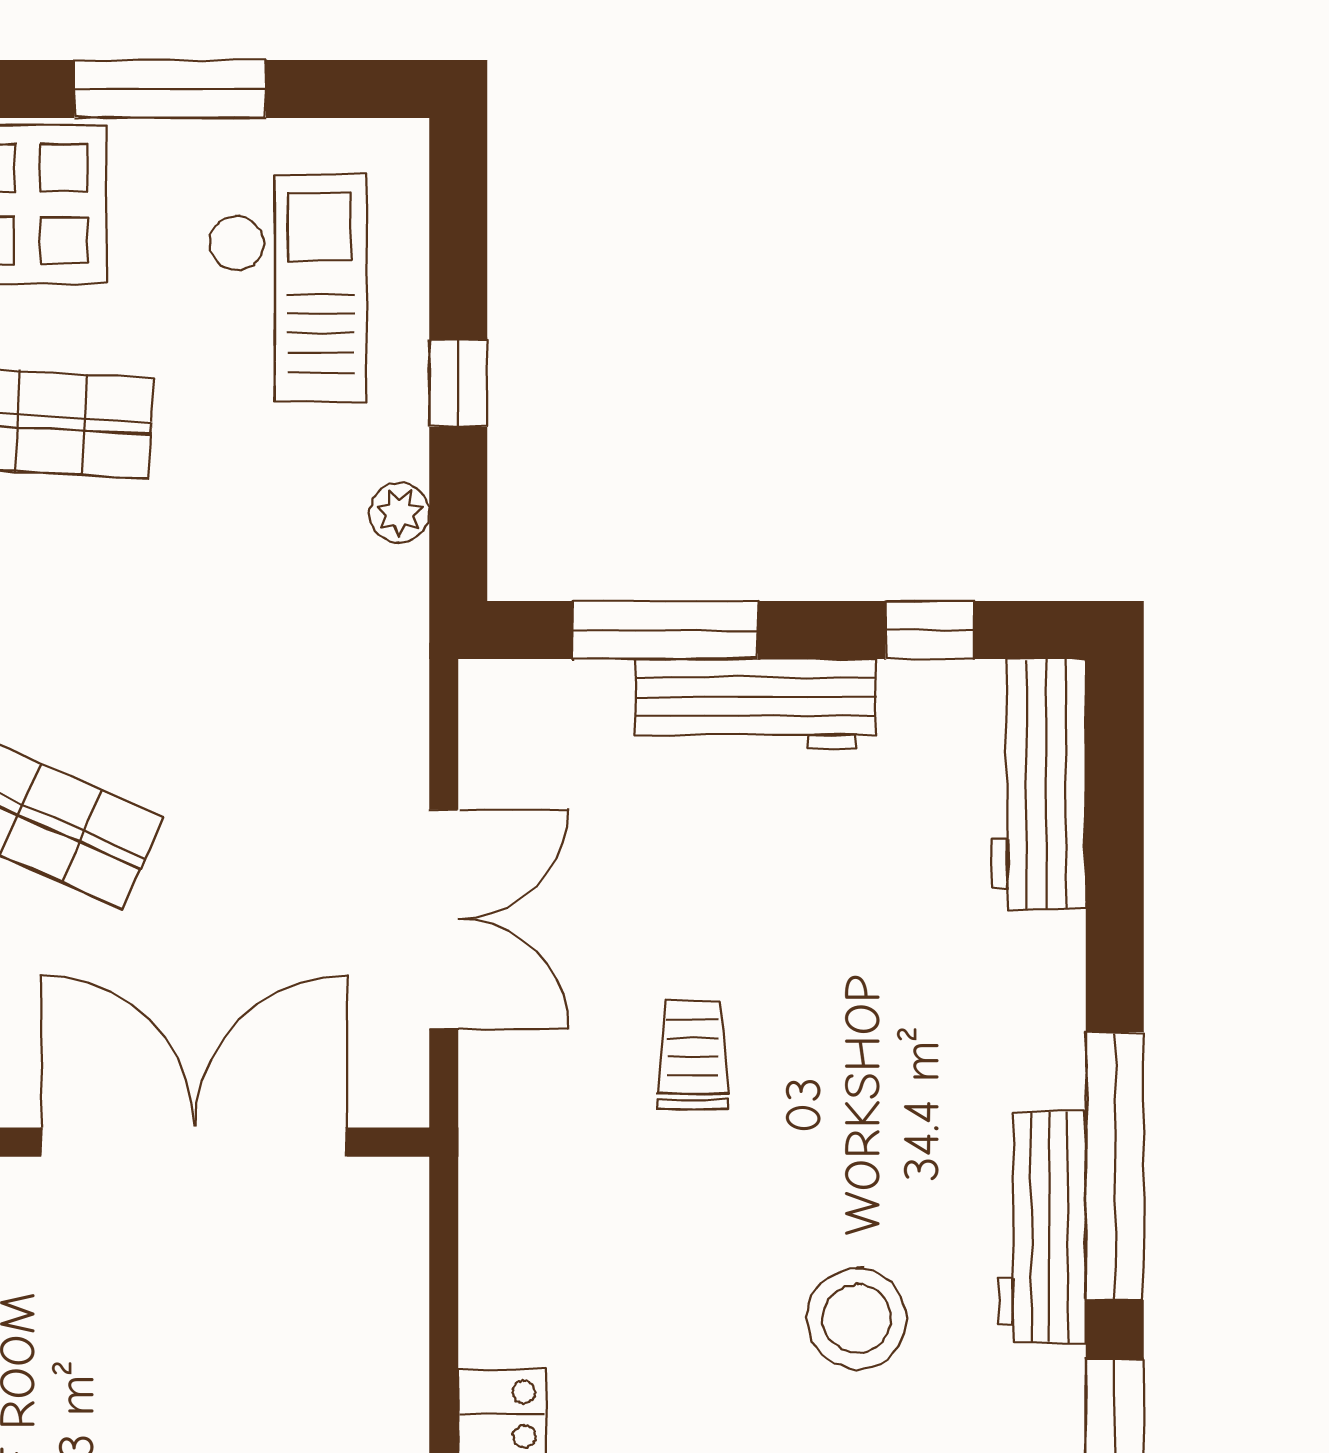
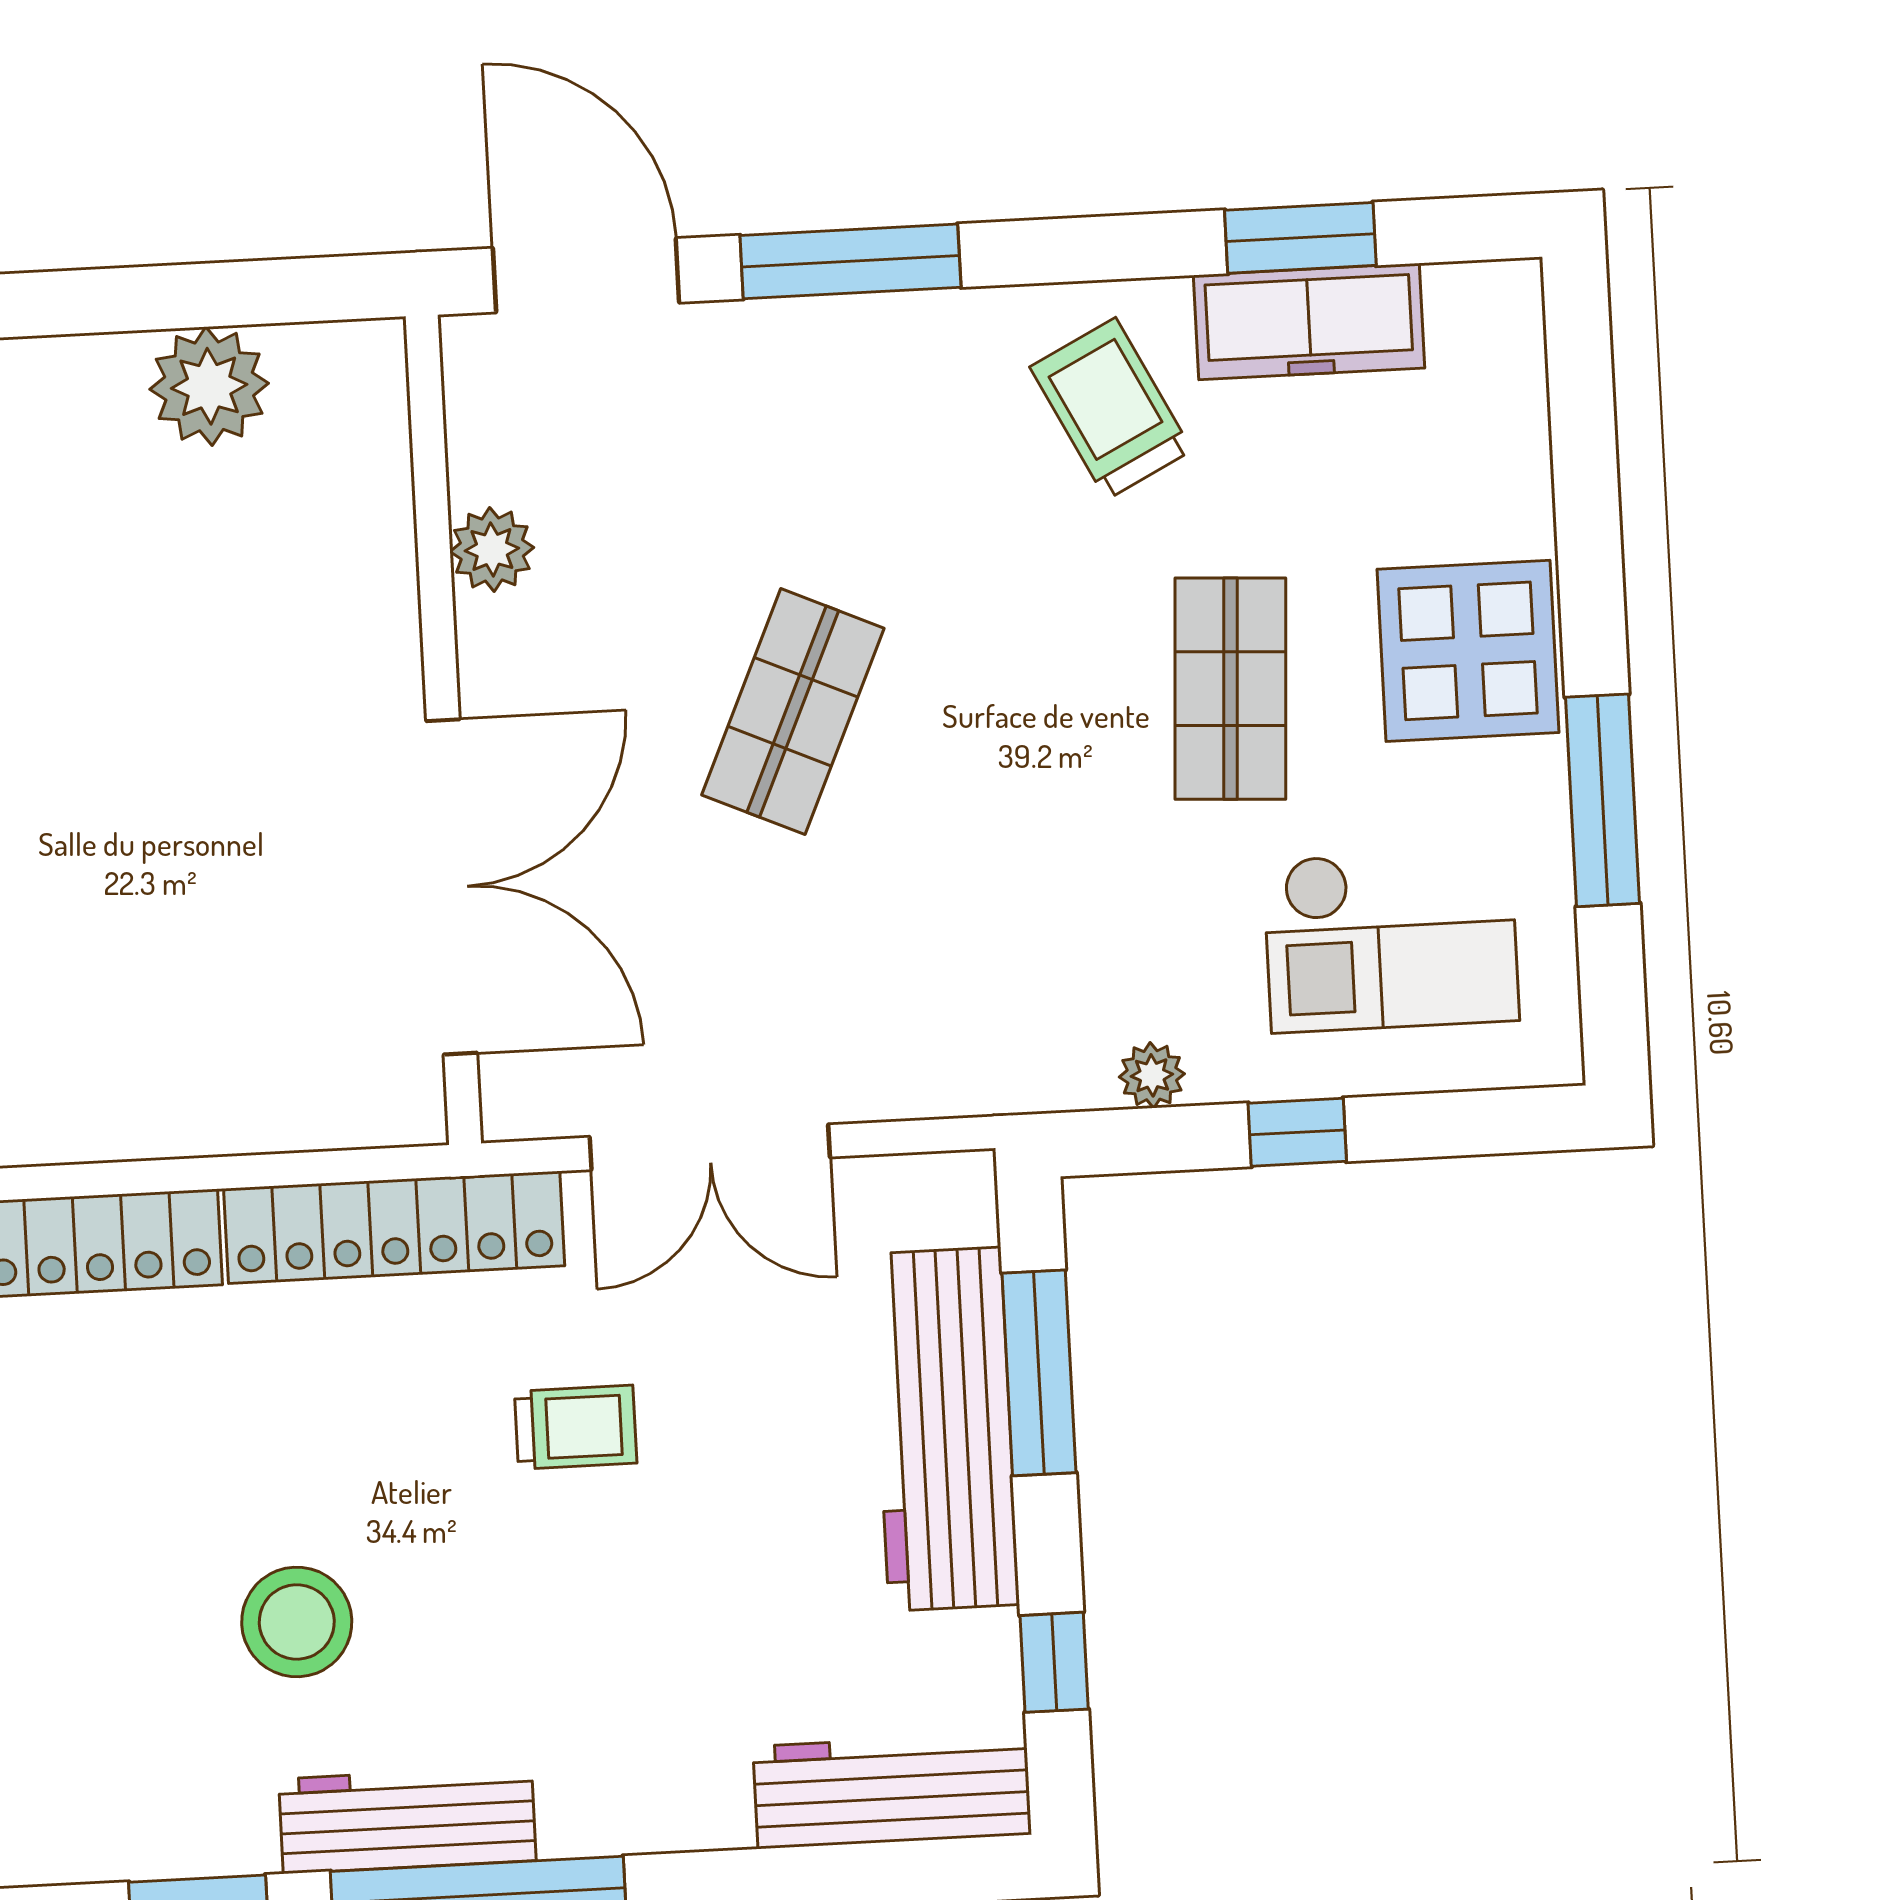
workbench: (756, 704) -> (945, 1429), width x1.36, depth x1.32
locker: (502, 1211) -> (394, 1227), added

